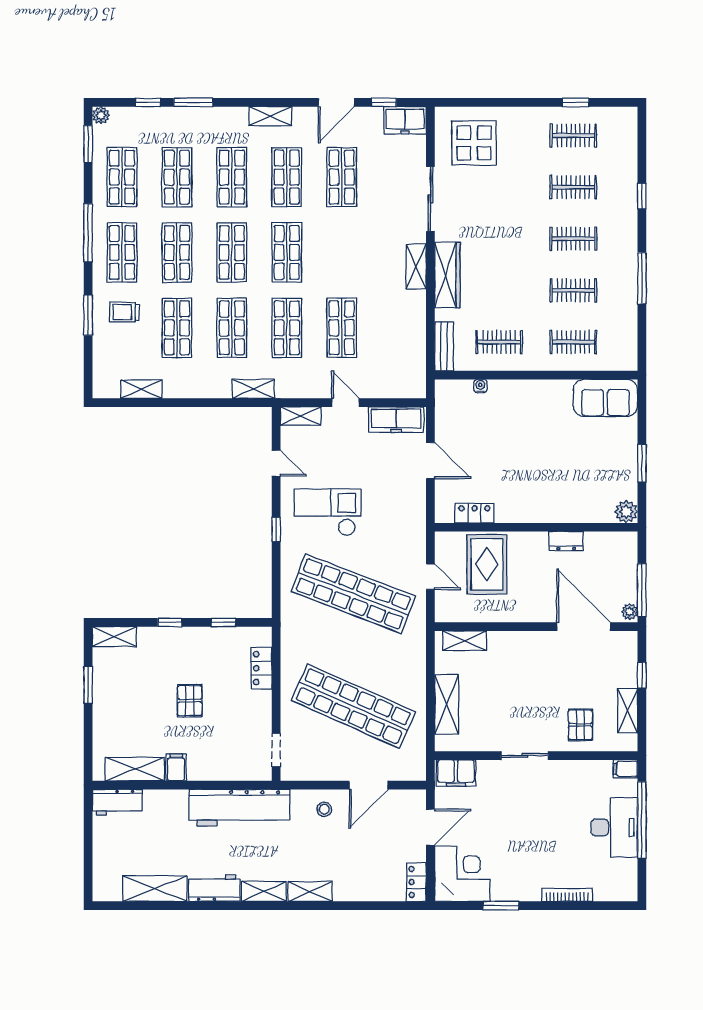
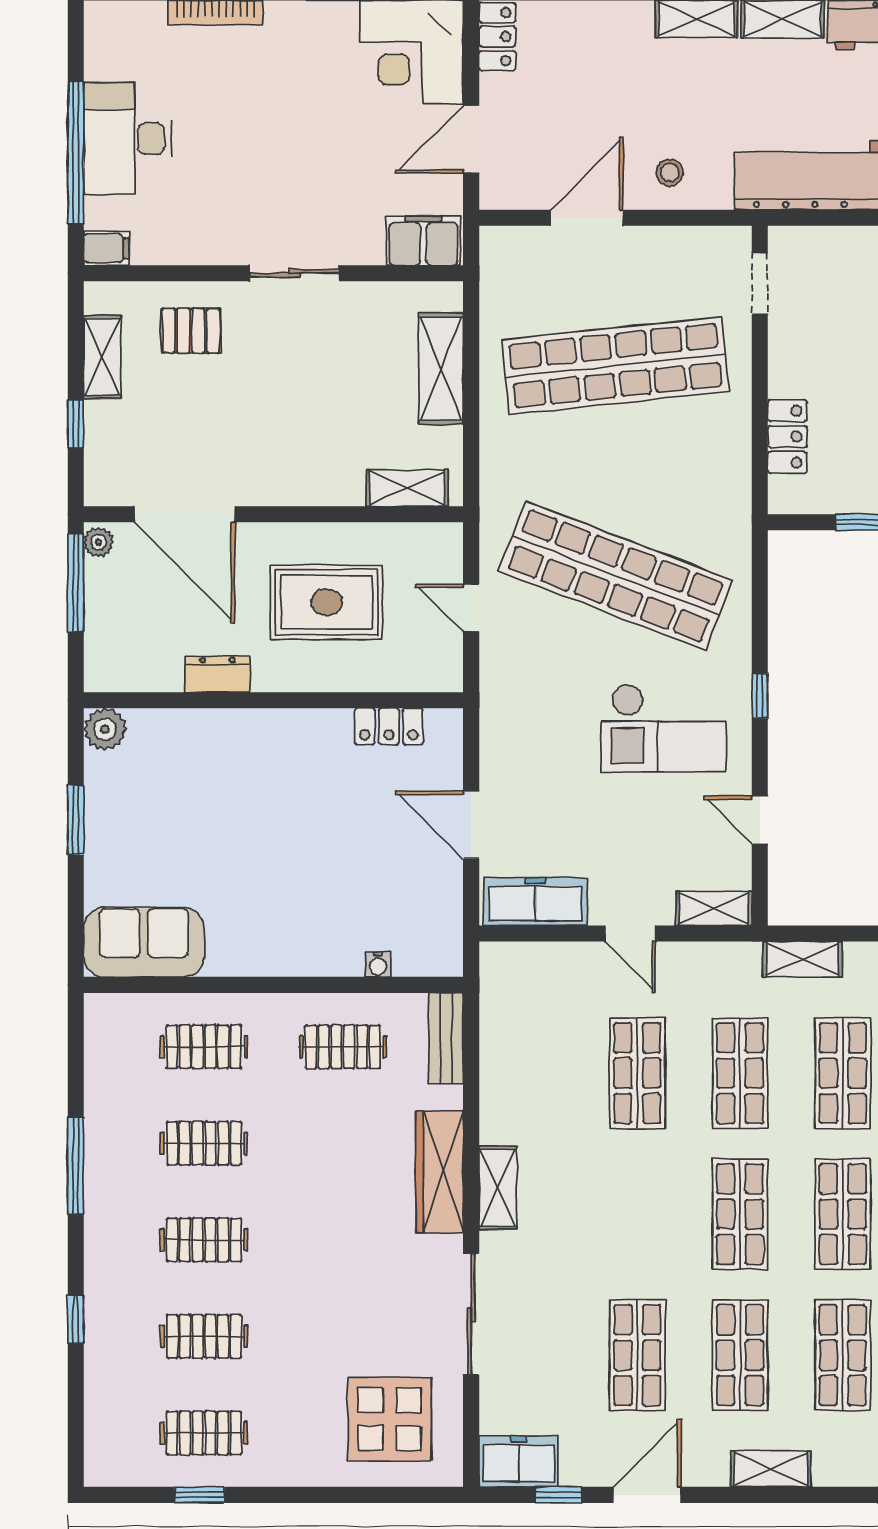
rug: (487, 564) -> (327, 602), moved, turned 90
shop shelf: (353, 706) -> (615, 366), turned -30
pallet: (580, 725) -> (191, 331), turned 90

